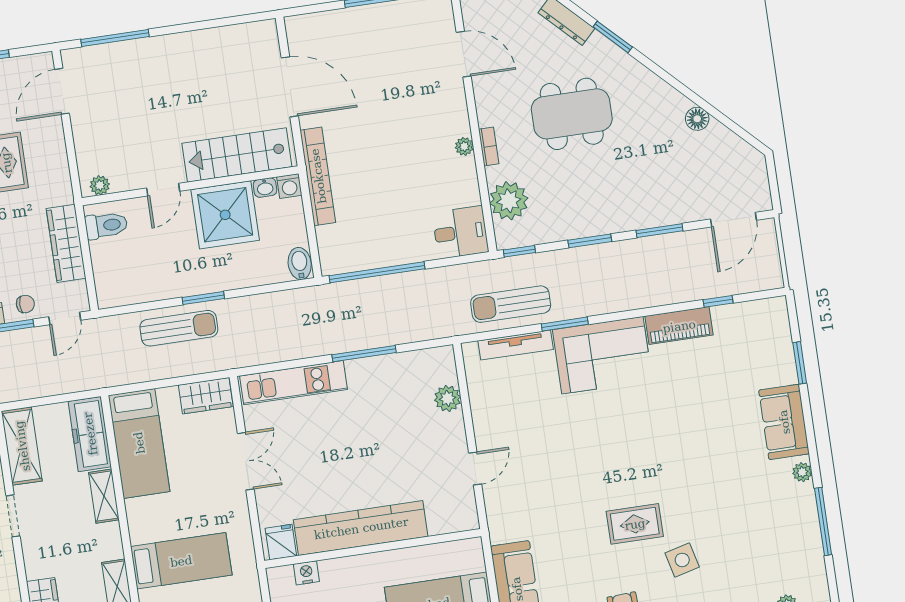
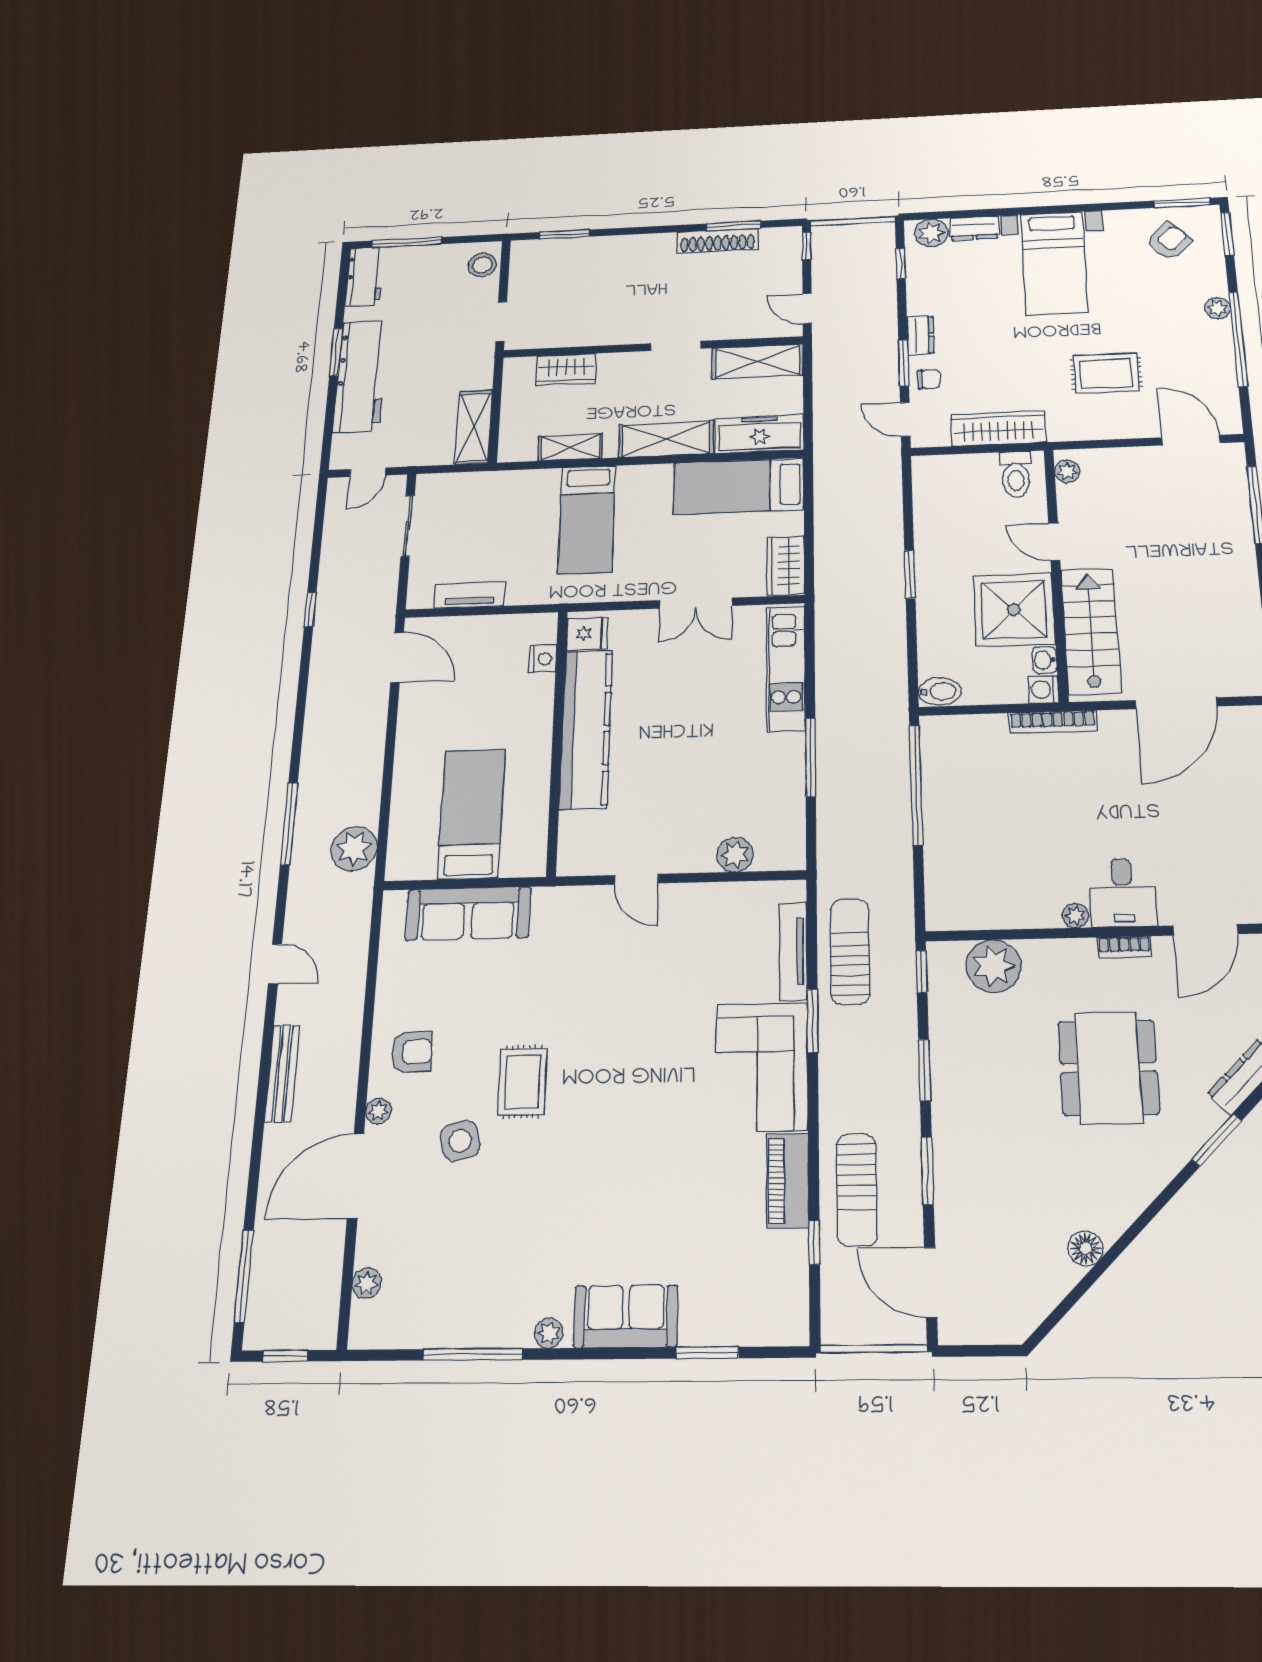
bookcase: (489, 146) -> (1125, 947), moved
bookcase: (318, 176) -> (1053, 722), width x0.68, depth x0.76
desk: (460, 232) -> (1123, 893), moved
chair: (25, 304) -> (929, 379), turned -90
sun lounger: (179, 328) -> (857, 1190), moved
shelving: (104, 496) -> (666, 439), width x1.50, depth x1.33

